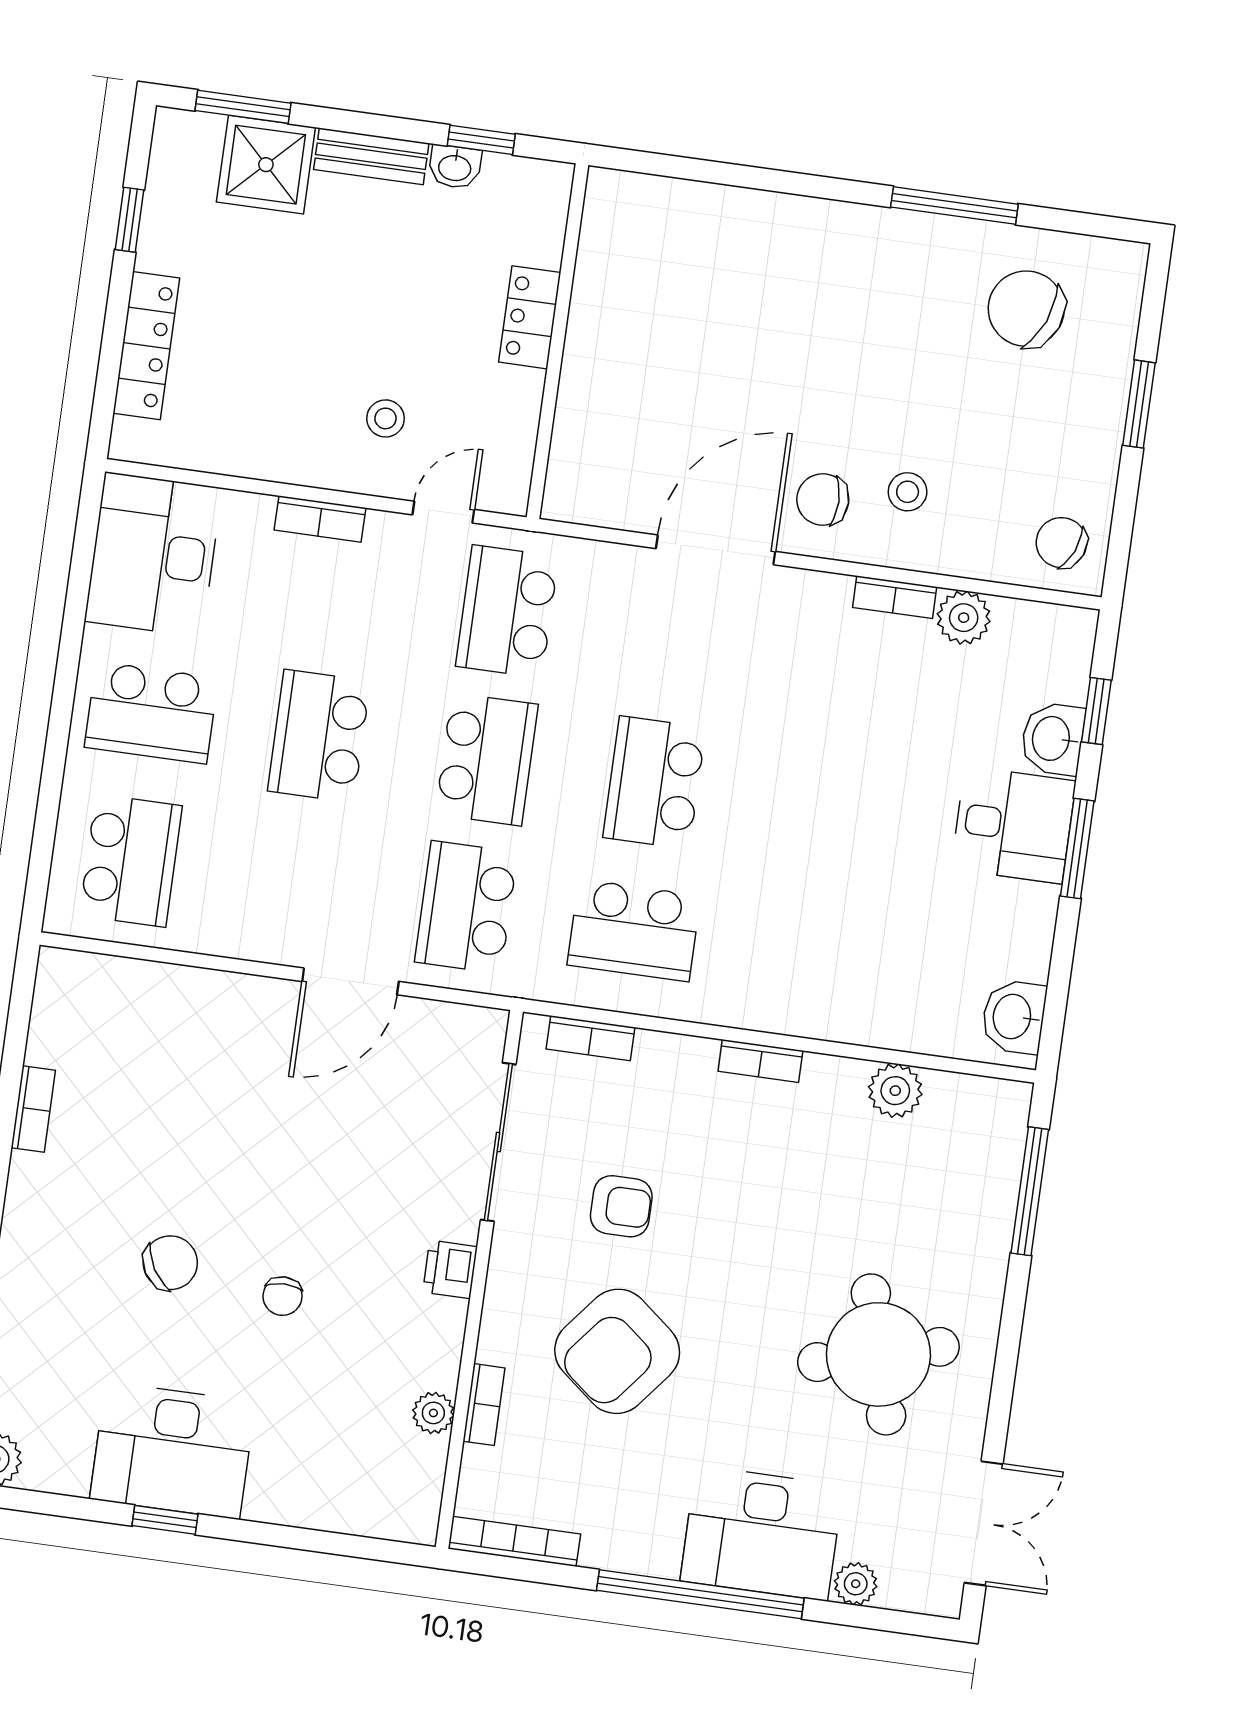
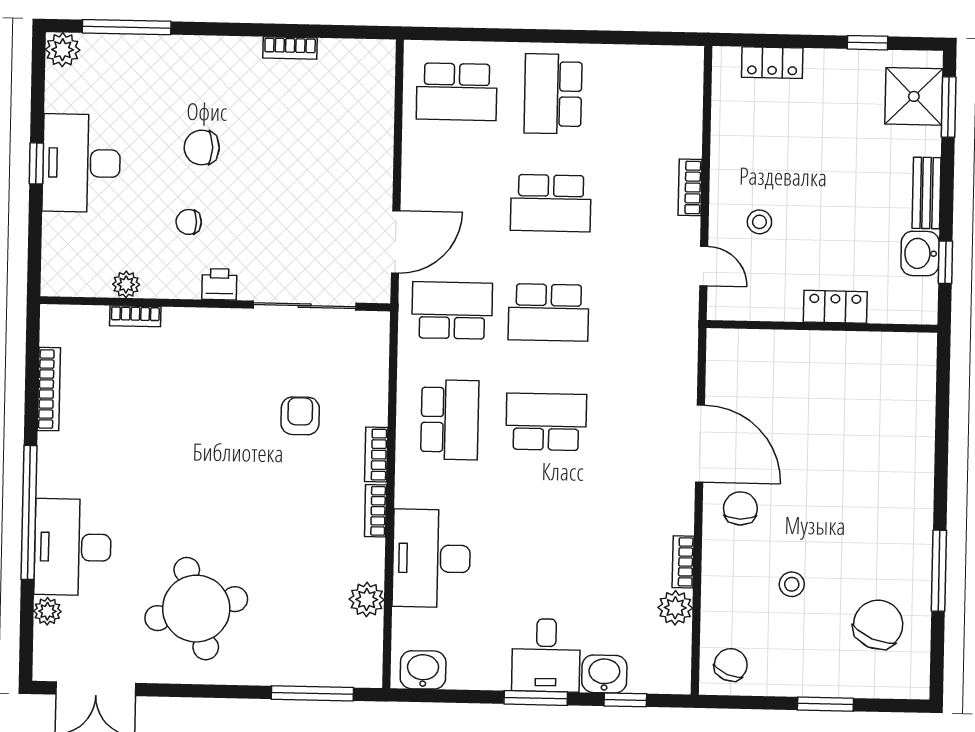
shower: (266, 165) -> (914, 96), moved
washbasin: (455, 167) -> (920, 253), width x1.38, depth x1.45
locker: (146, 346) -> (772, 63), width x0.66
stool: (908, 492) -> (792, 584), moved
desk: (153, 555) -> (431, 558), moved, turned -90
school desk: (507, 611) -> (645, 314), removed
school desk: (319, 736) -> (551, 203), turned 180
school desk: (634, 930) -> (450, 420), turned 180
door: (350, 981) -> (396, 242), swing flipped
bookcase: (591, 1038) -> (376, 455), moved
sliding door: (498, 1142) -> (305, 306), moved
armchair: (621, 1206) -> (300, 416), moved, turned 180
chair: (170, 1263) -> (202, 147), turned 121
printer: (450, 1269) -> (219, 284), moved
wall: (479, 1279) -> (215, 304), moved
armchair: (617, 1351) -> (179, 441), removed
bookcase: (484, 1405) -> (135, 316), moved
plant: (433, 1413) -> (126, 284), moved

